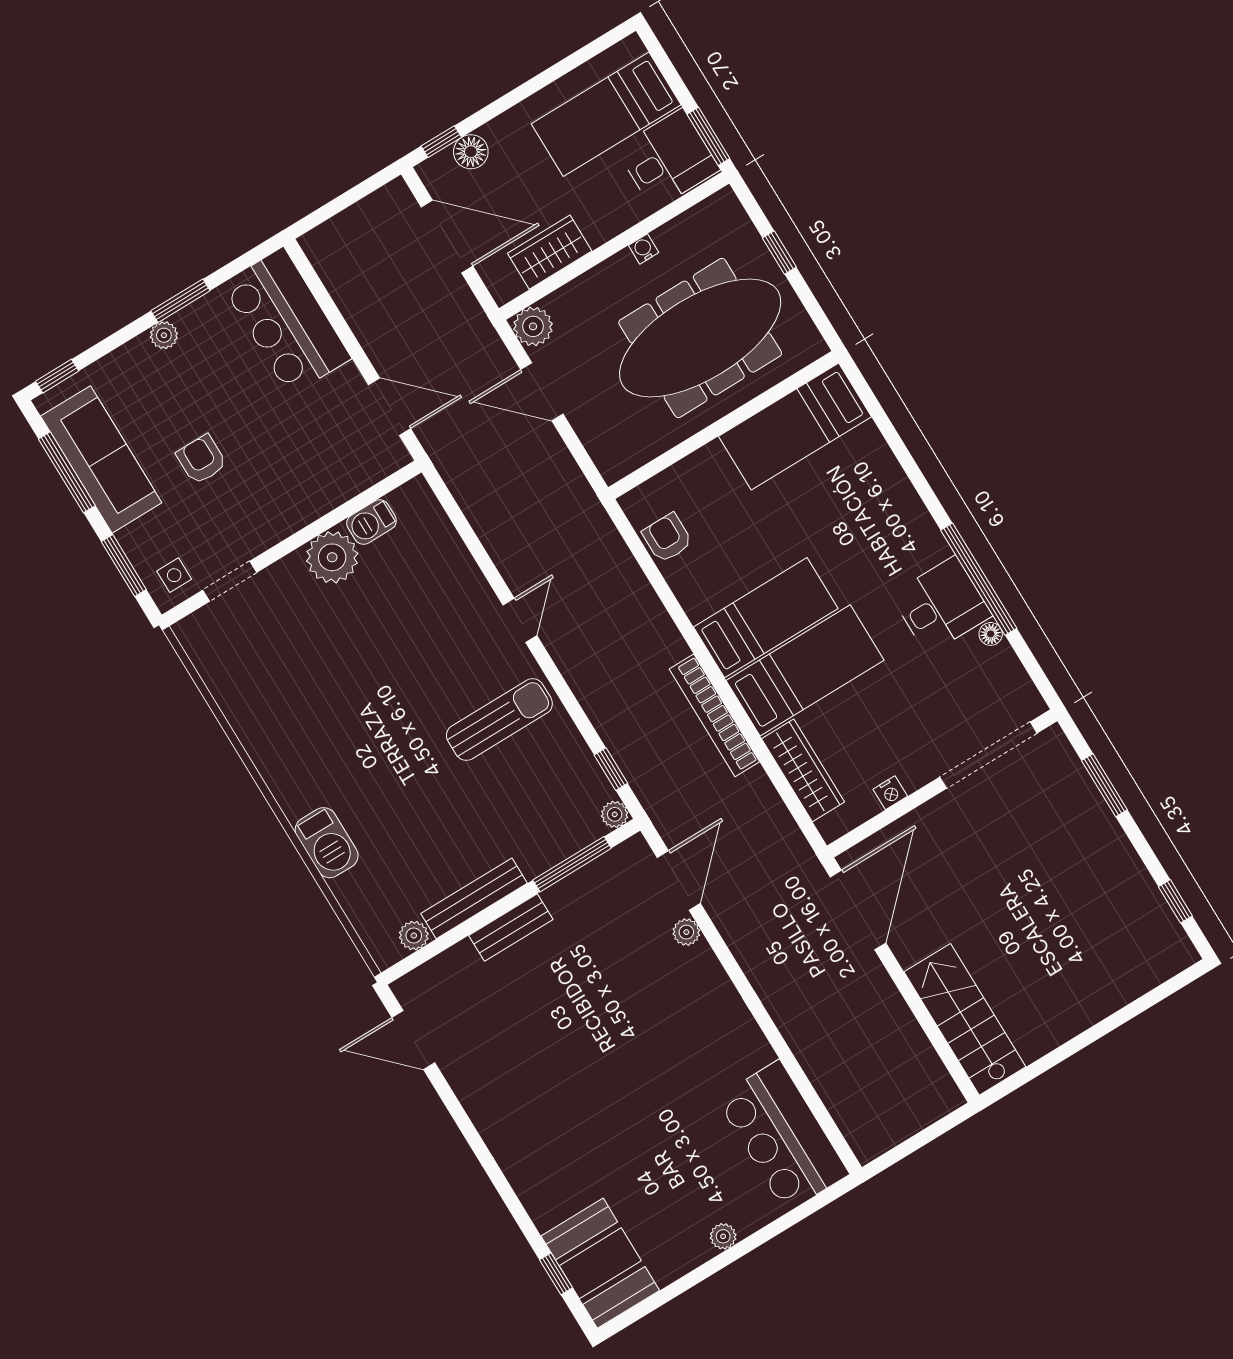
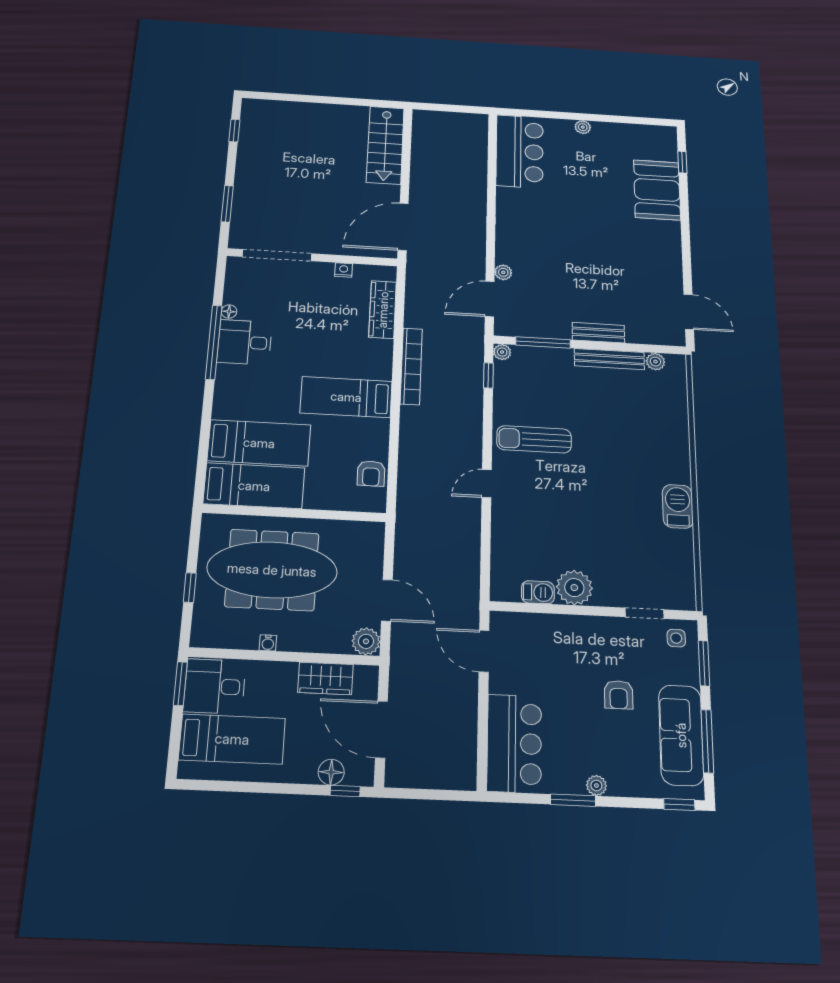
bed: (805, 670) -> (259, 443), moved, turned 180
barbecue: (327, 843) -> (678, 506), moved
booth: (600, 1263) -> (657, 190), moved

